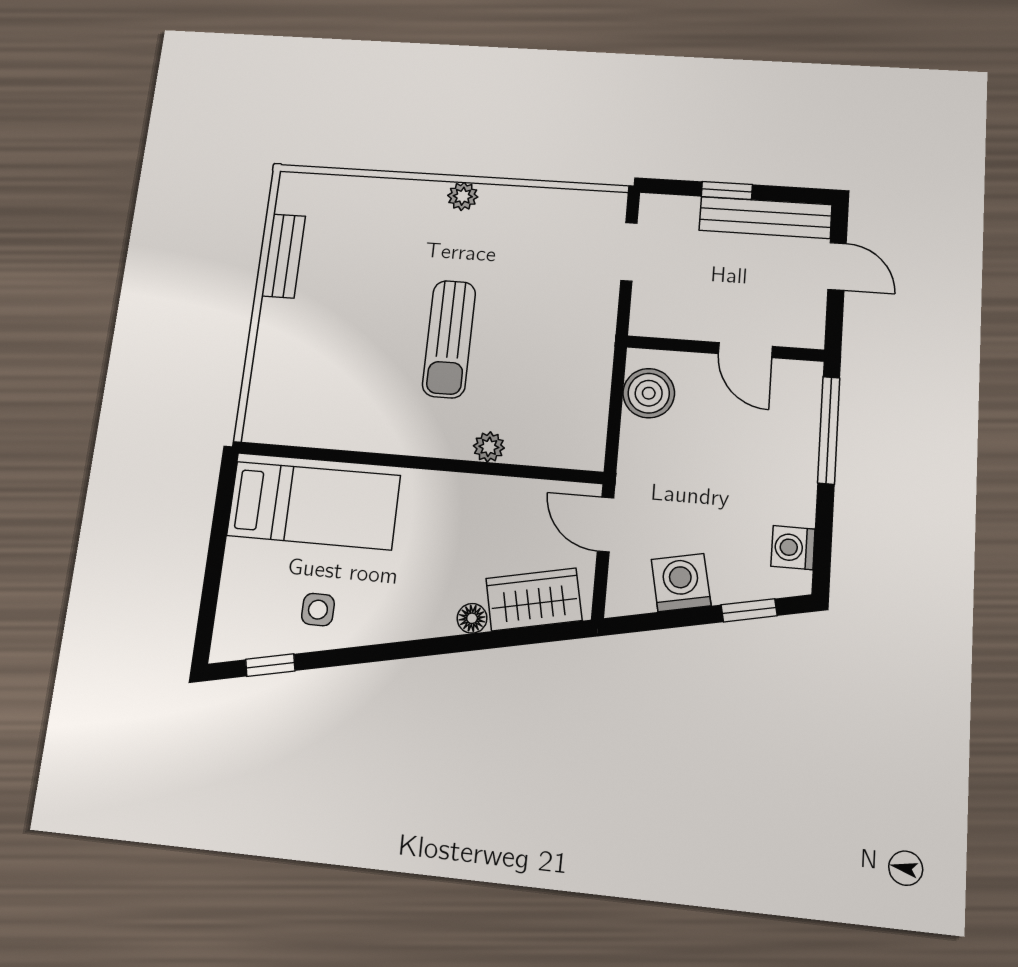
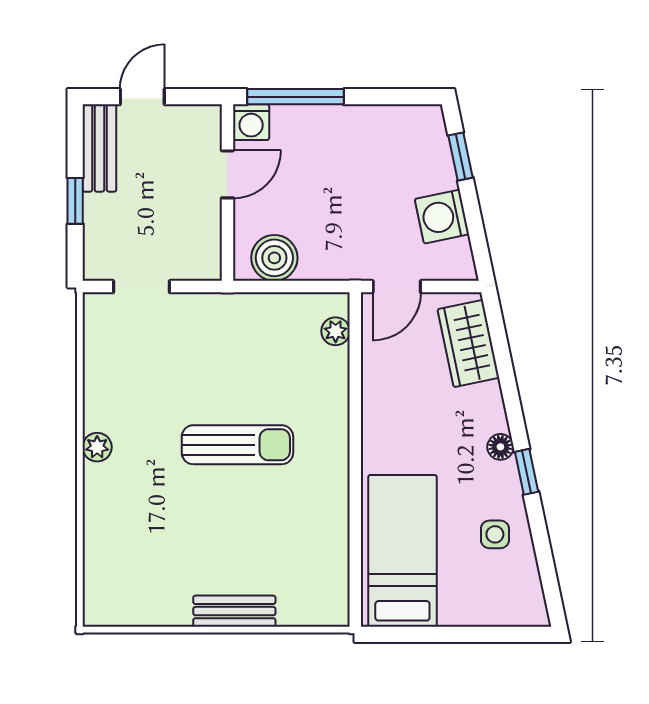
bench: (765, 218) -> (99, 148), width x0.73
bench: (284, 256) -> (234, 611), moved
plant: (489, 447) -> (336, 331), moved
washing machine: (793, 548) -> (251, 122), moved
floor lamp: (472, 618) -> (500, 447), moved
window: (270, 665) -> (527, 472), moved

